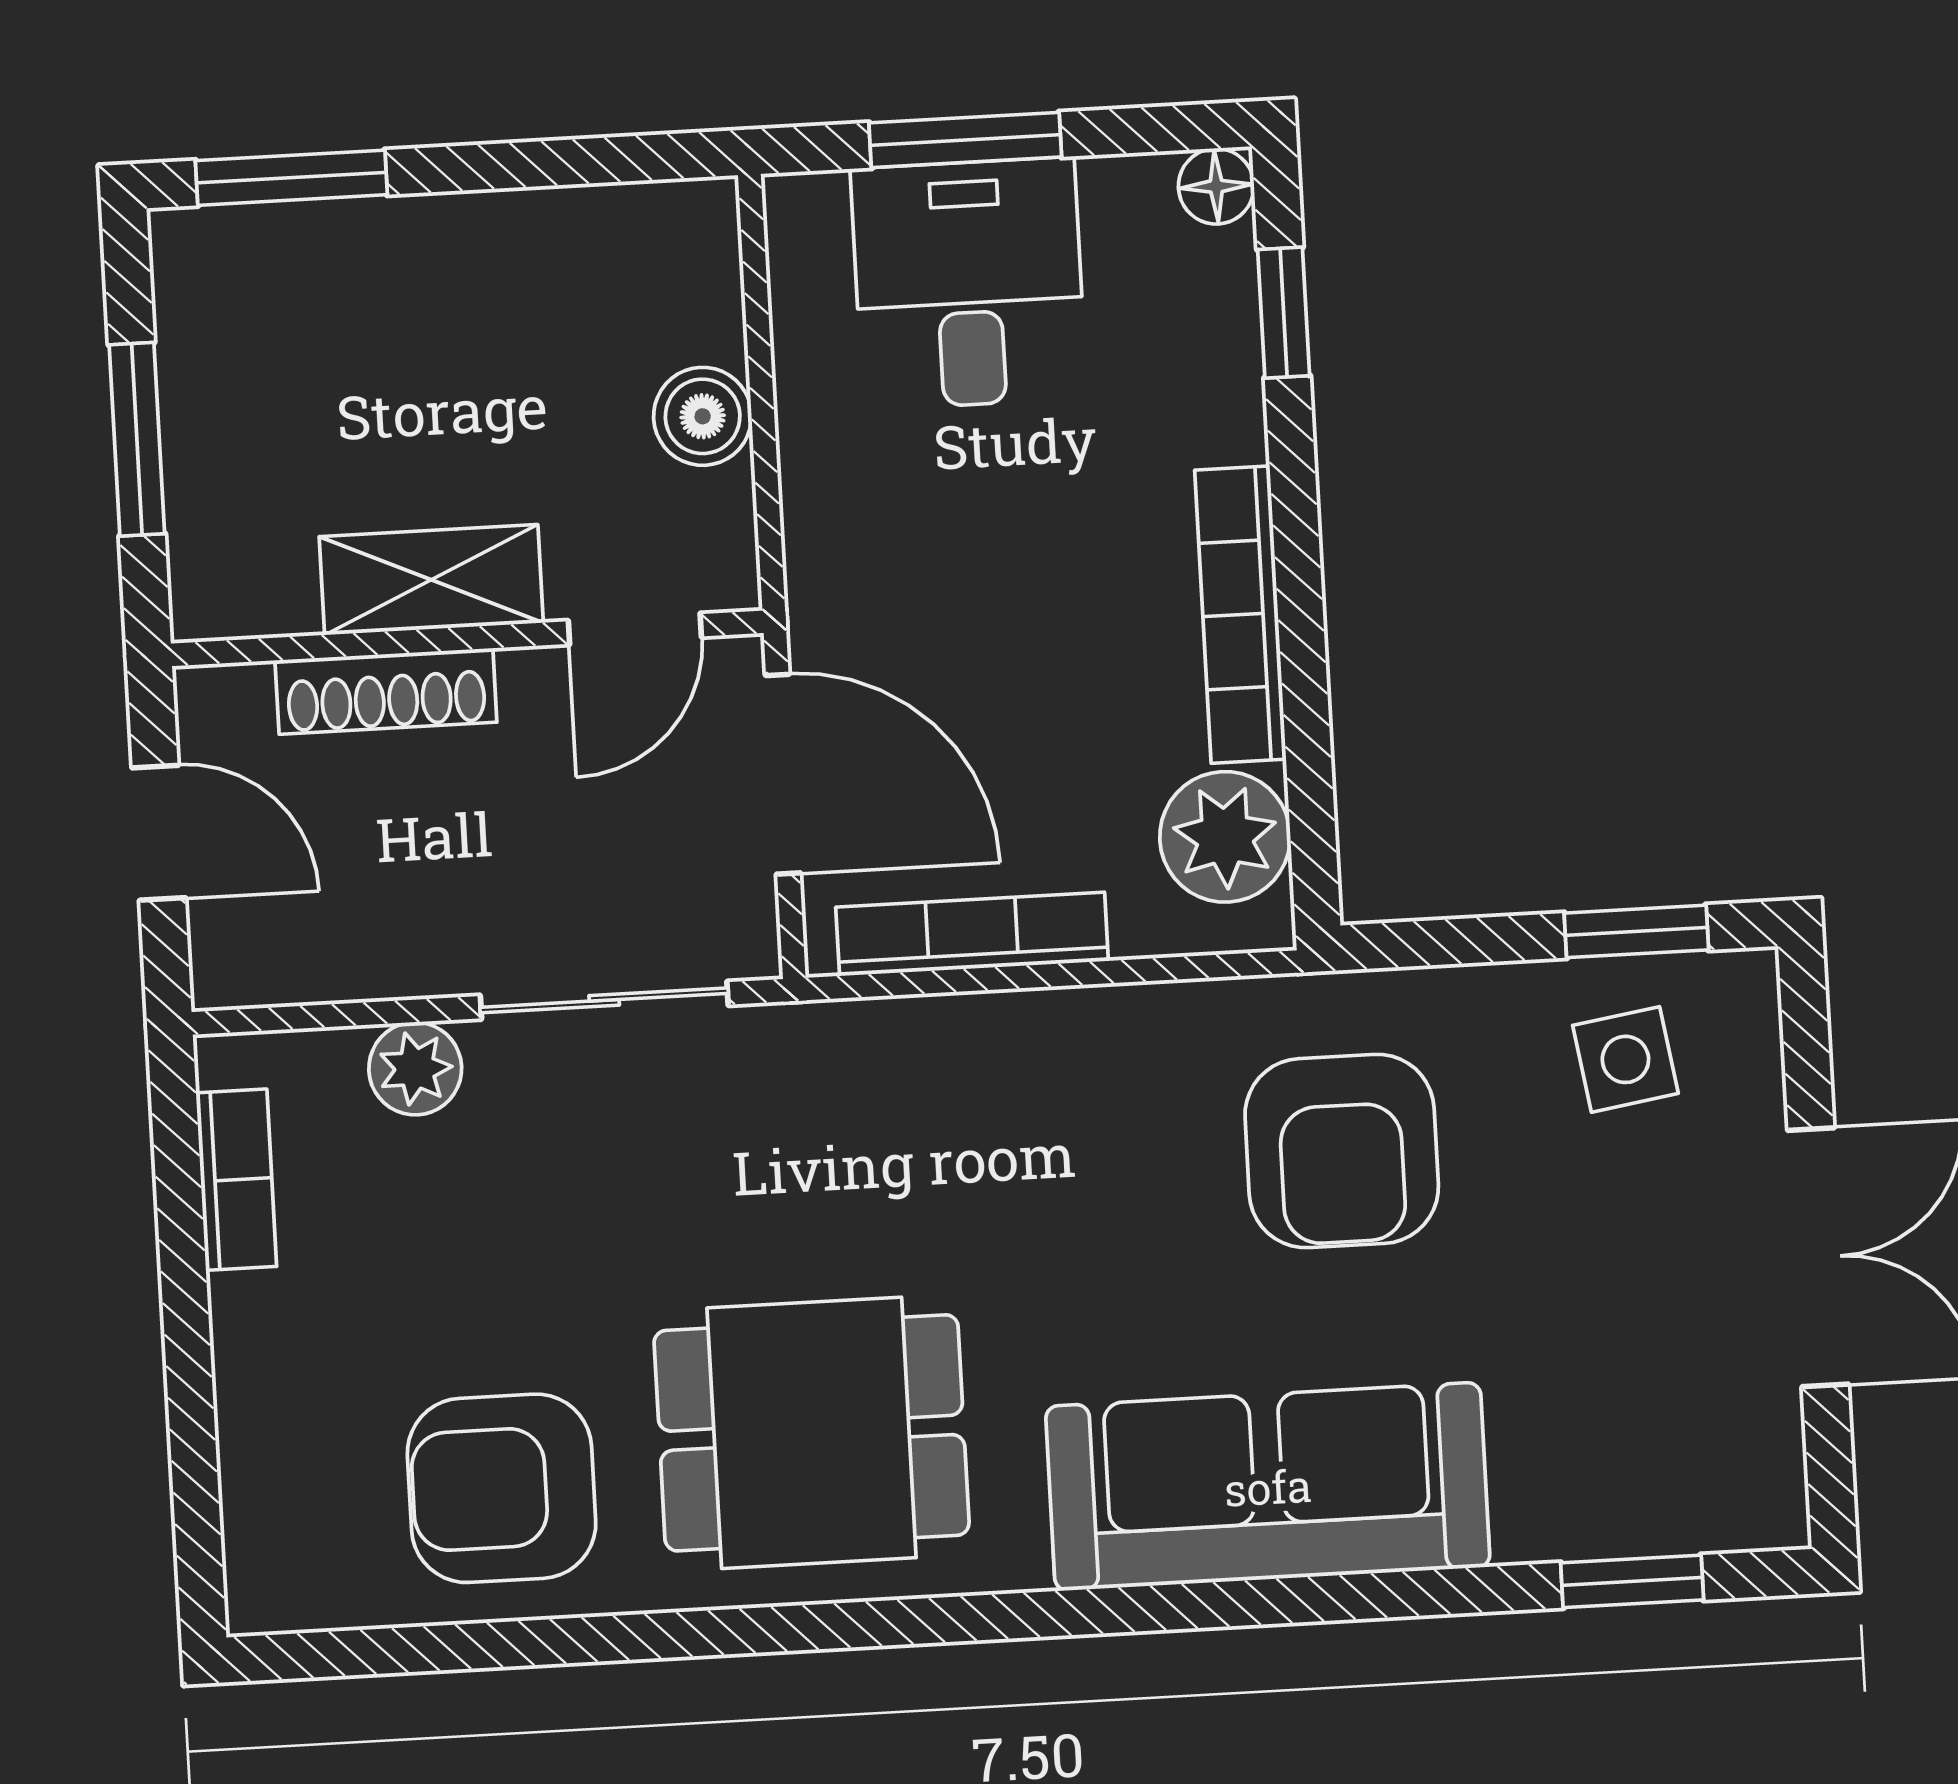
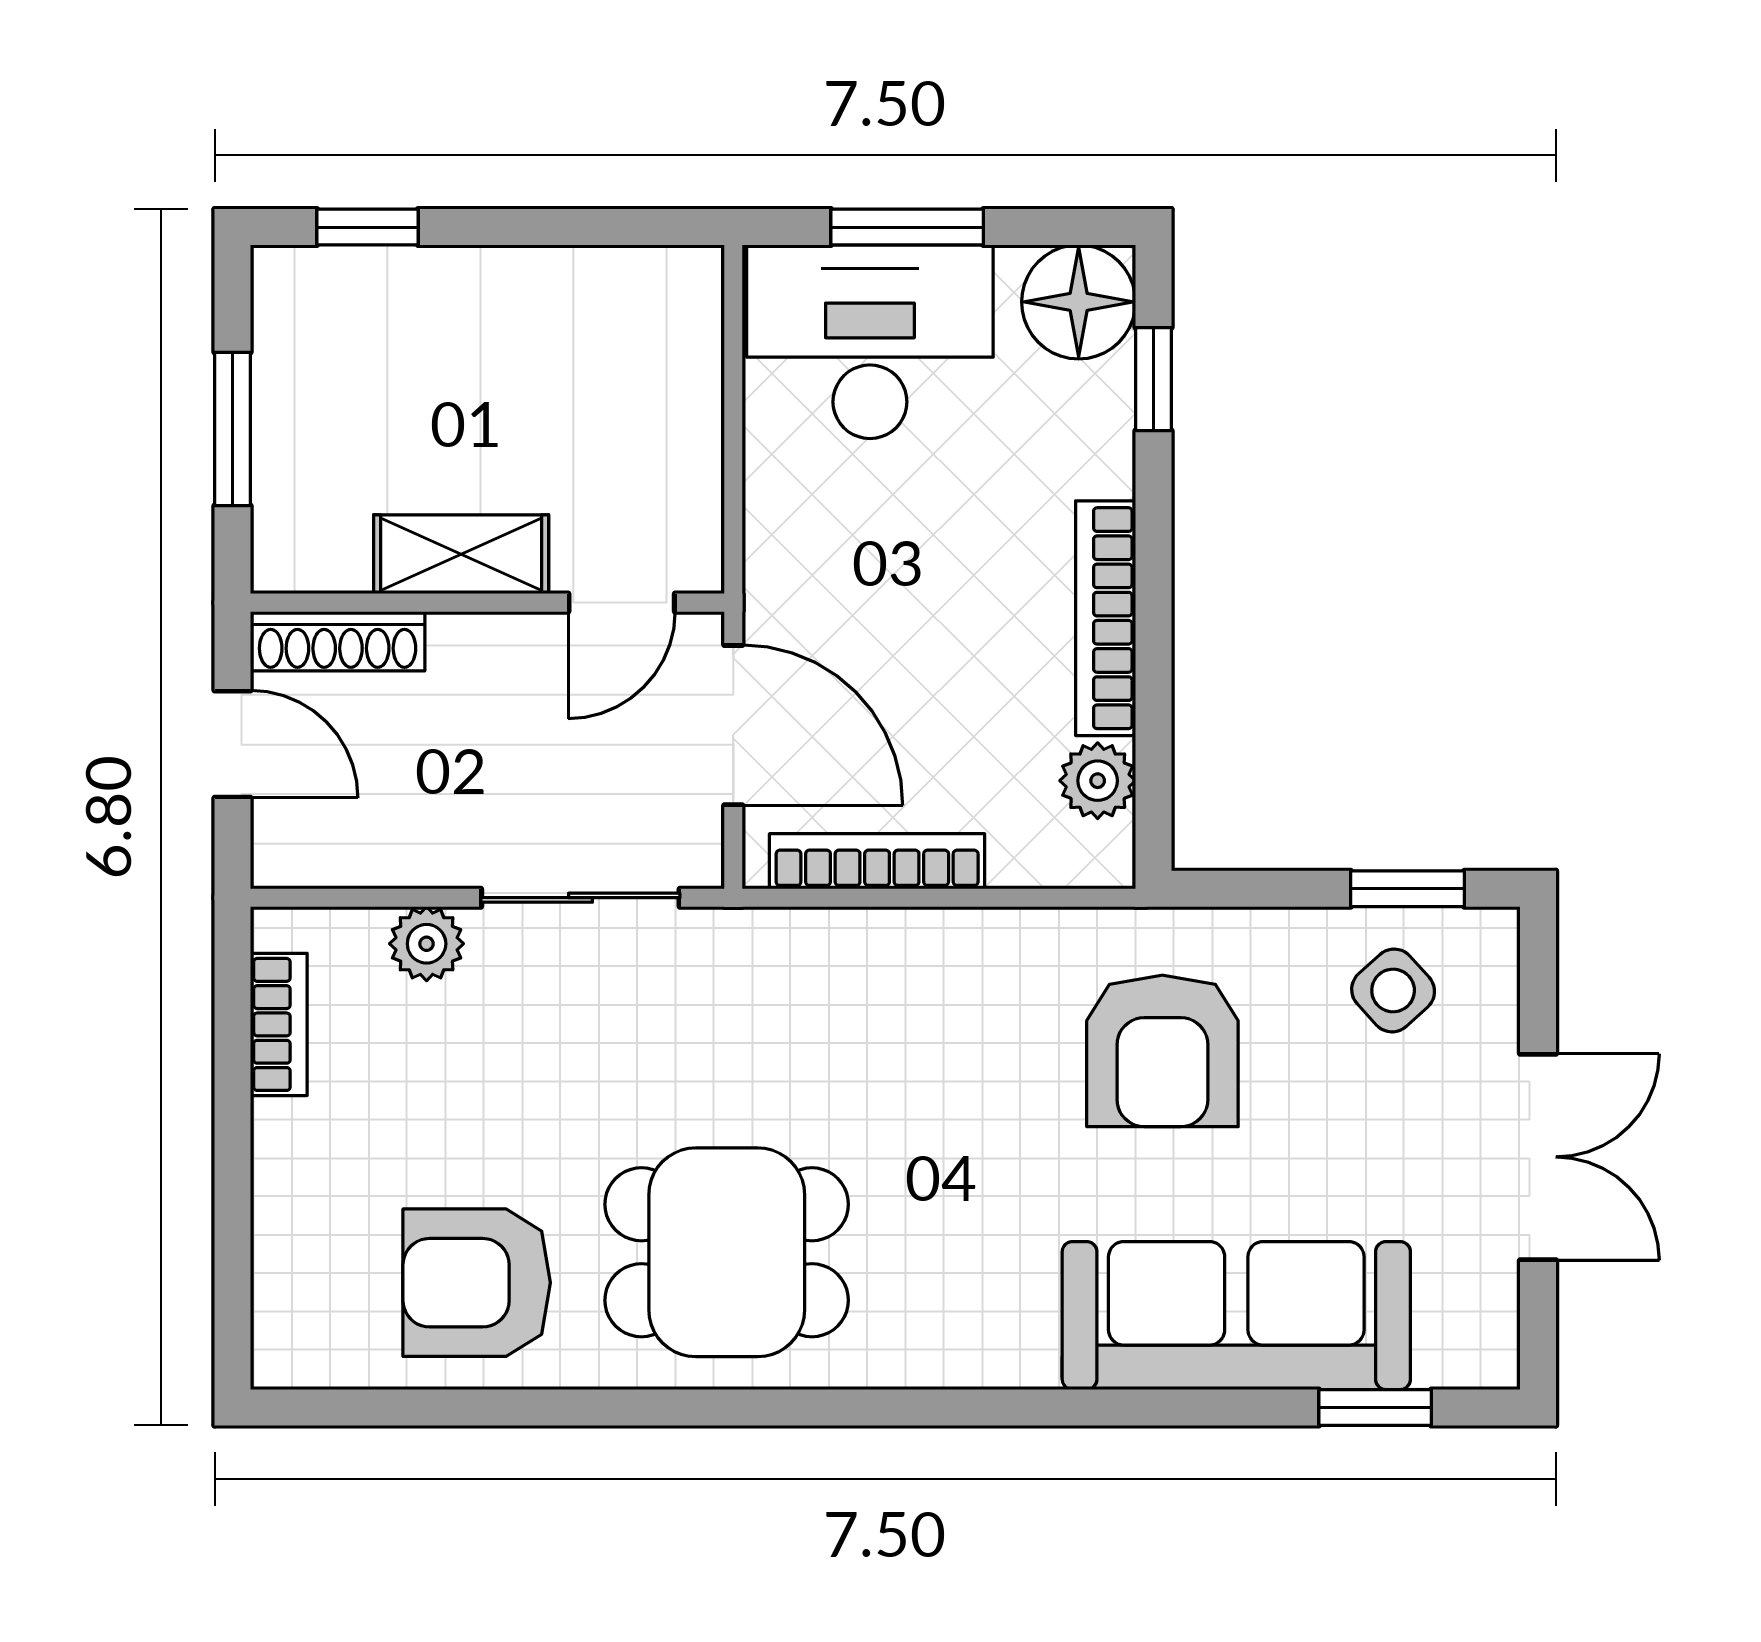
window: (291, 178) -> (367, 227), width x0.67
floor lamp: (1216, 186) -> (1079, 302), width x1.89, depth x1.89
desk: (969, 283) -> (870, 342), width x1.37
boiler: (703, 416) -> (685, 436), removed
shoe rack: (386, 691) -> (338, 641), moved
plant: (1225, 837) -> (1098, 781), width x0.73, depth x0.73
side table: (1625, 1059) -> (1393, 990), turned -33
sofa: (1268, 1487) -> (1236, 1316), moved

